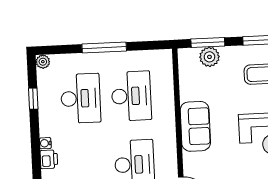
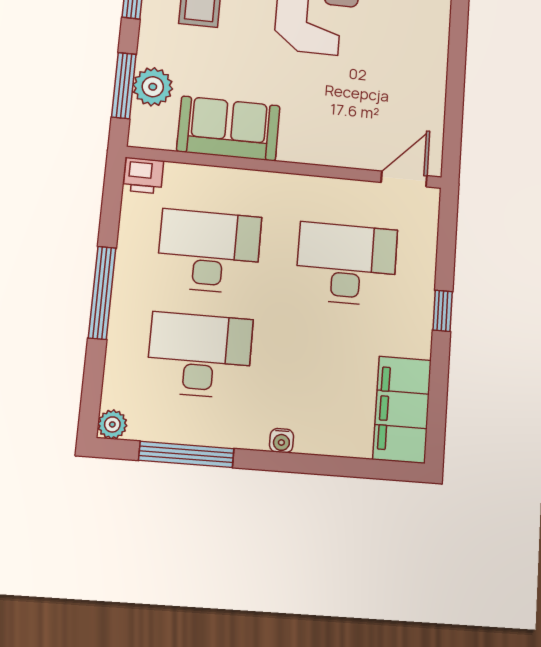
window: (33, 99) -> (186, 454), width x2.17
sofa: (195, 126) -> (228, 128), moved
printer: (49, 159) -> (143, 176), moved, turned 180

